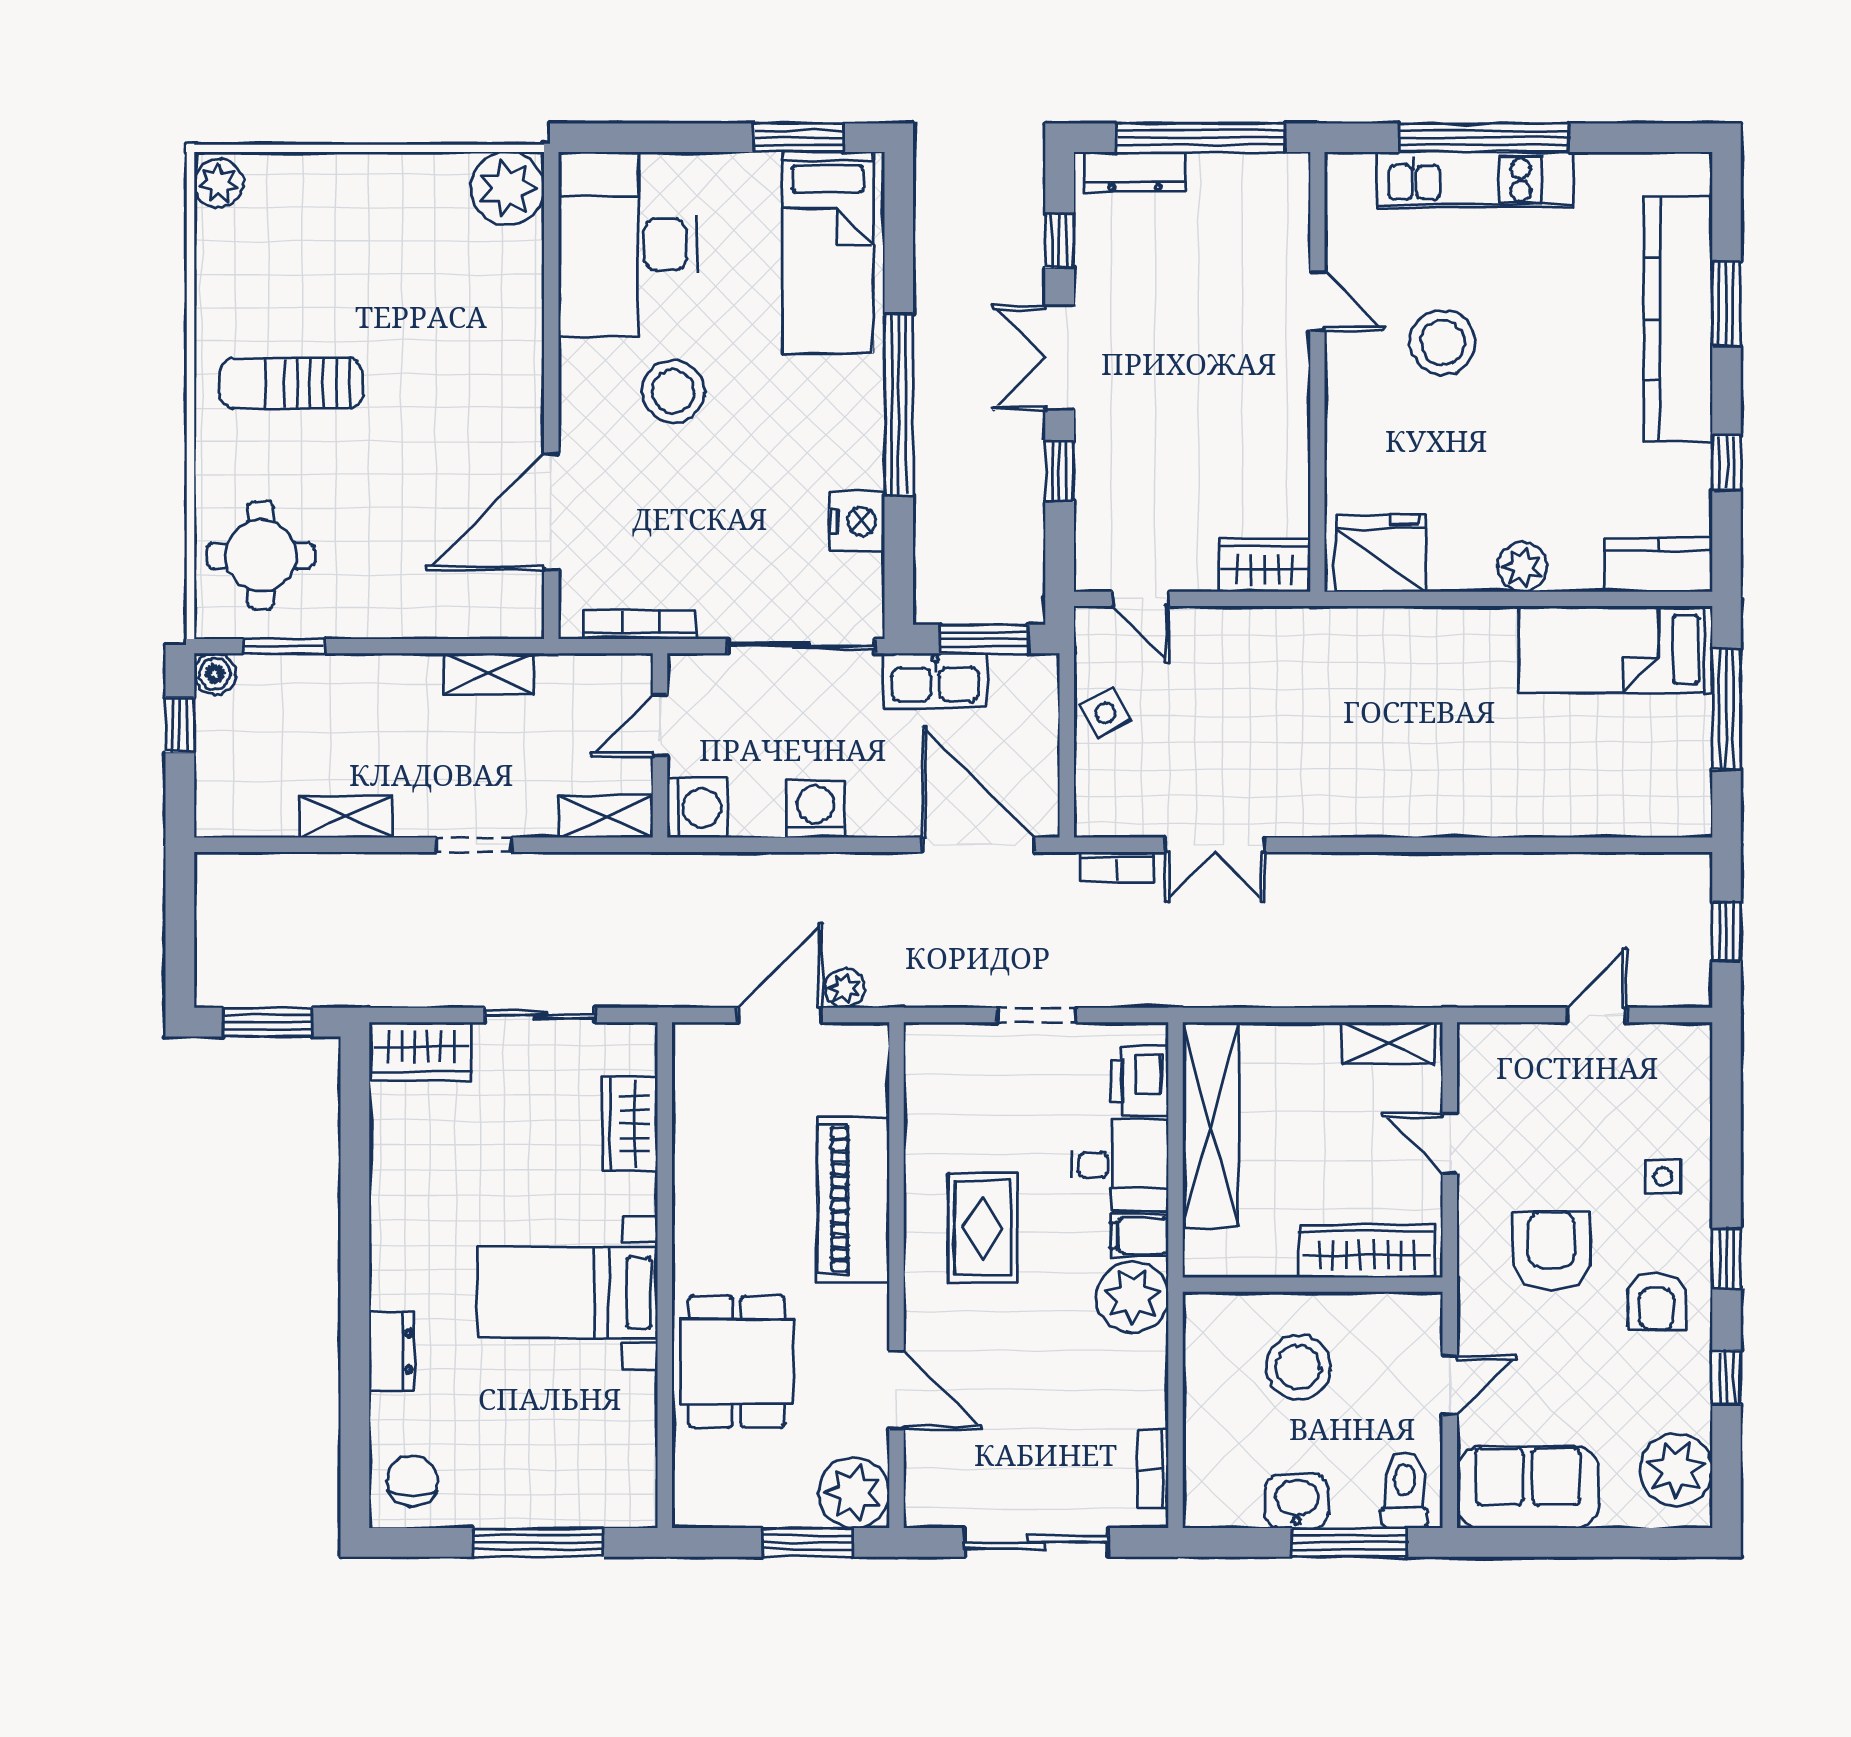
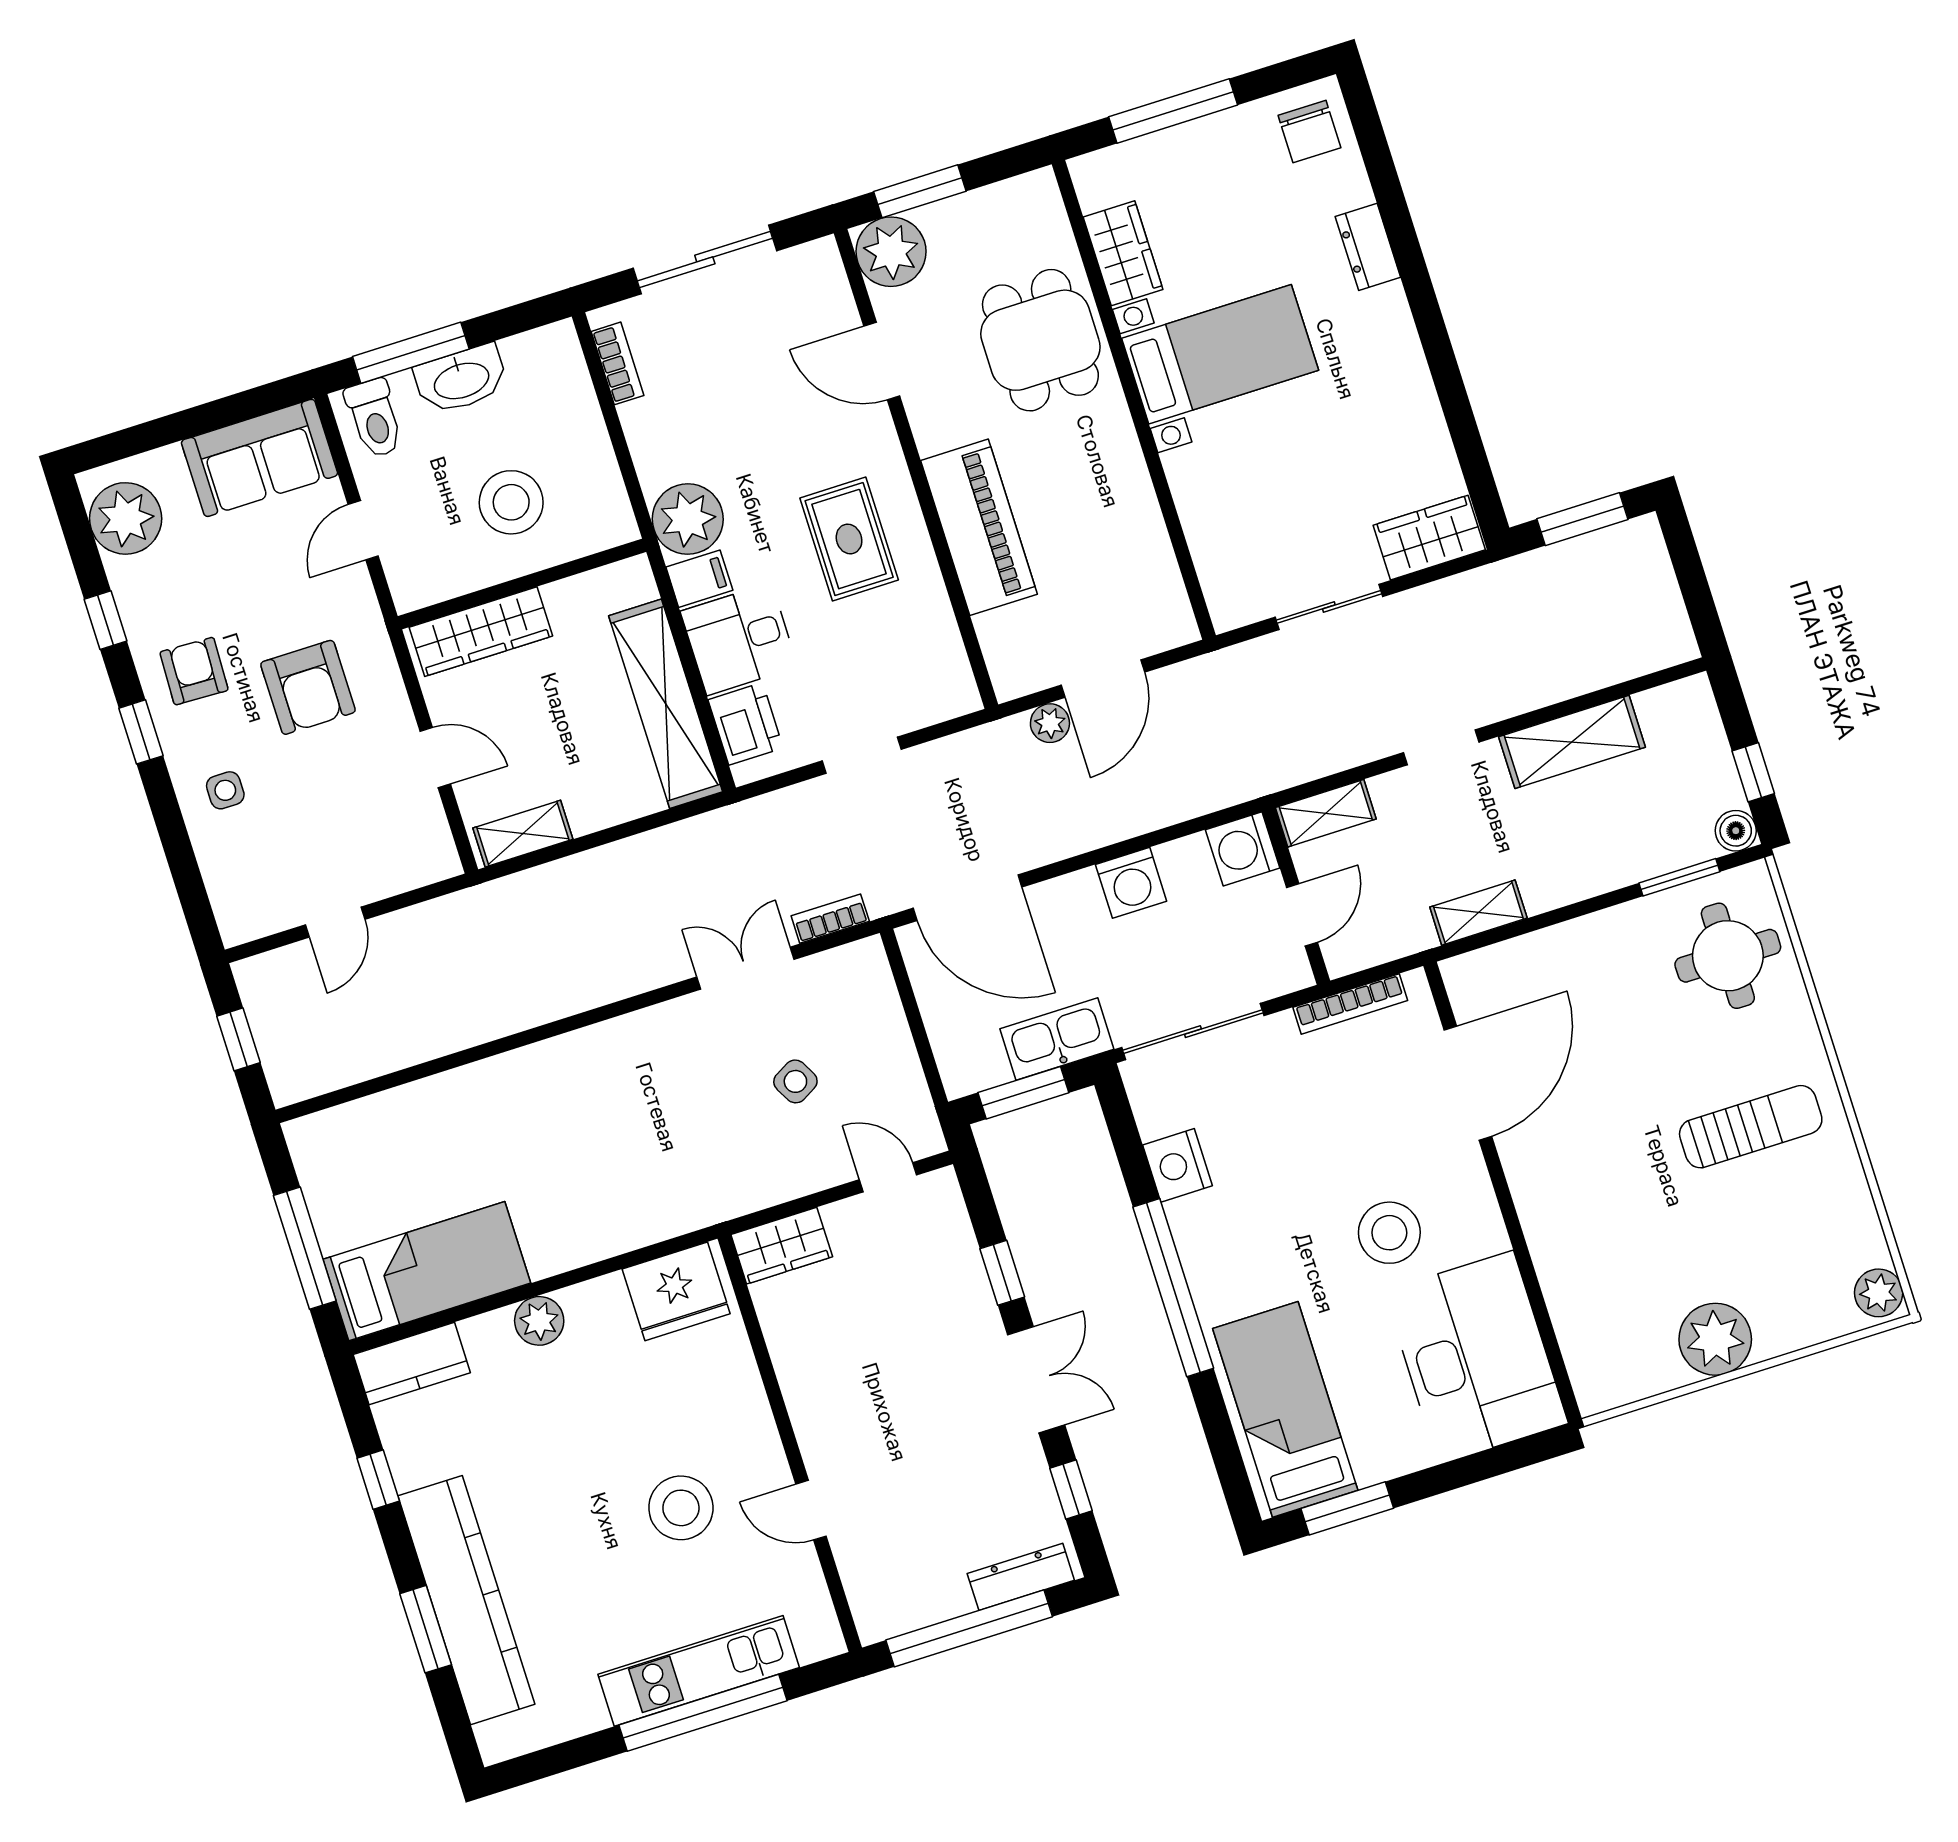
plant: (507, 189) -> (1715, 1339), moved
side table: (1105, 713) -> (795, 1081), moved
shelving: (346, 817) -> (1572, 742), width x1.50, depth x1.33
wardrobe: (630, 1124) -> (1123, 253), moved
washbasin: (1297, 1501) -> (461, 379), width x1.38

